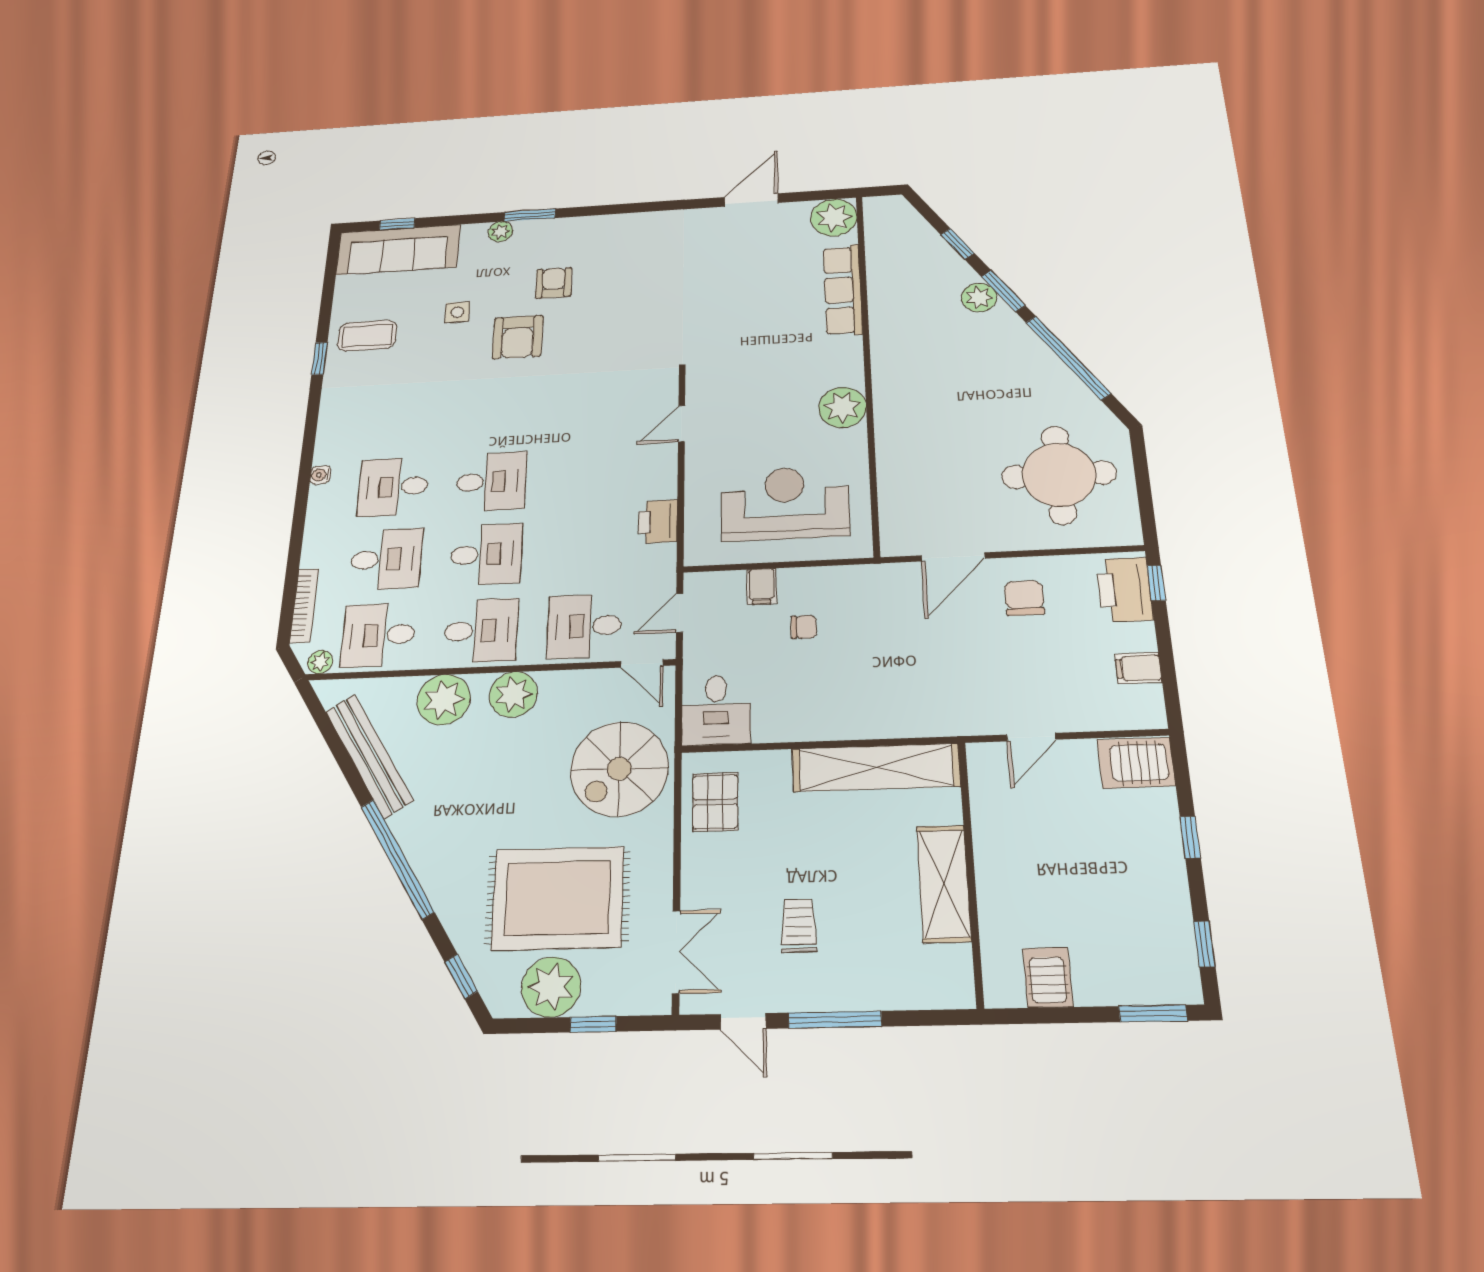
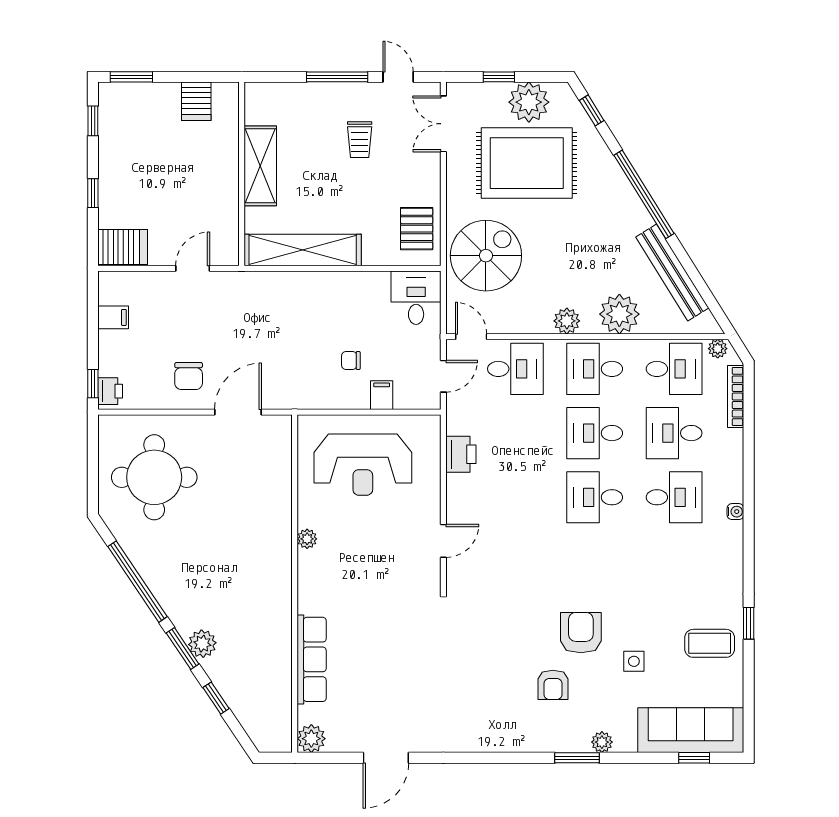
plant: (834, 217) -> (311, 739), width x0.73, depth x0.73
plant: (842, 407) -> (307, 539), width x0.53, depth x0.53
printer: (1125, 590) -> (110, 391), width x0.53, depth x0.68
plant: (513, 694) -> (567, 321), width x0.73, depth x0.73

